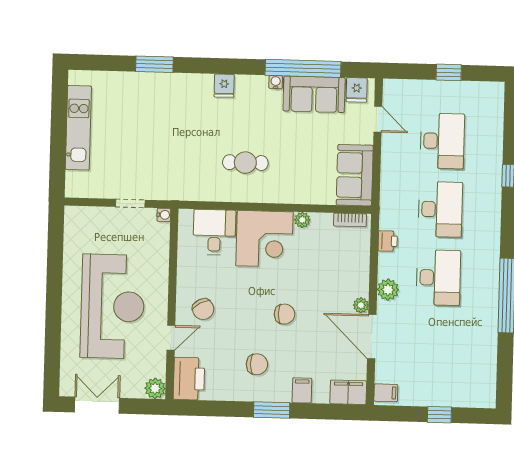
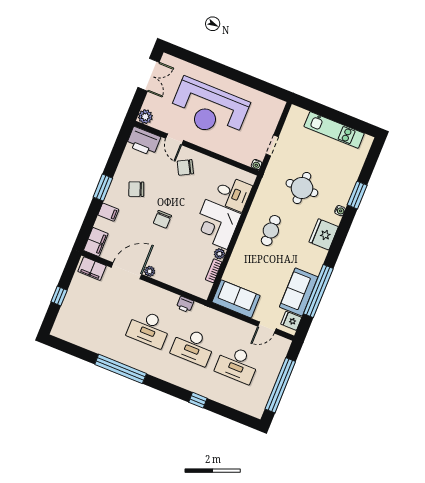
window: (449, 72) -> (280, 385), width x3.17
water cooler: (276, 82) -> (340, 211), moved
fridge: (224, 86) -> (324, 234), width x1.88, depth x1.34
round table: (173, 142) -> (302, 188), added
bookcase: (350, 220) -> (214, 271), moved
plant: (388, 290) -> (153, 293), removed
chair: (257, 364) -> (136, 189), turned 69
filing cabinet: (386, 393) -> (92, 269), width x2.00

